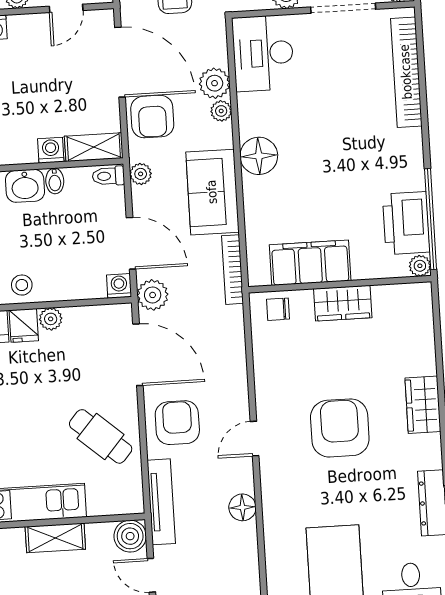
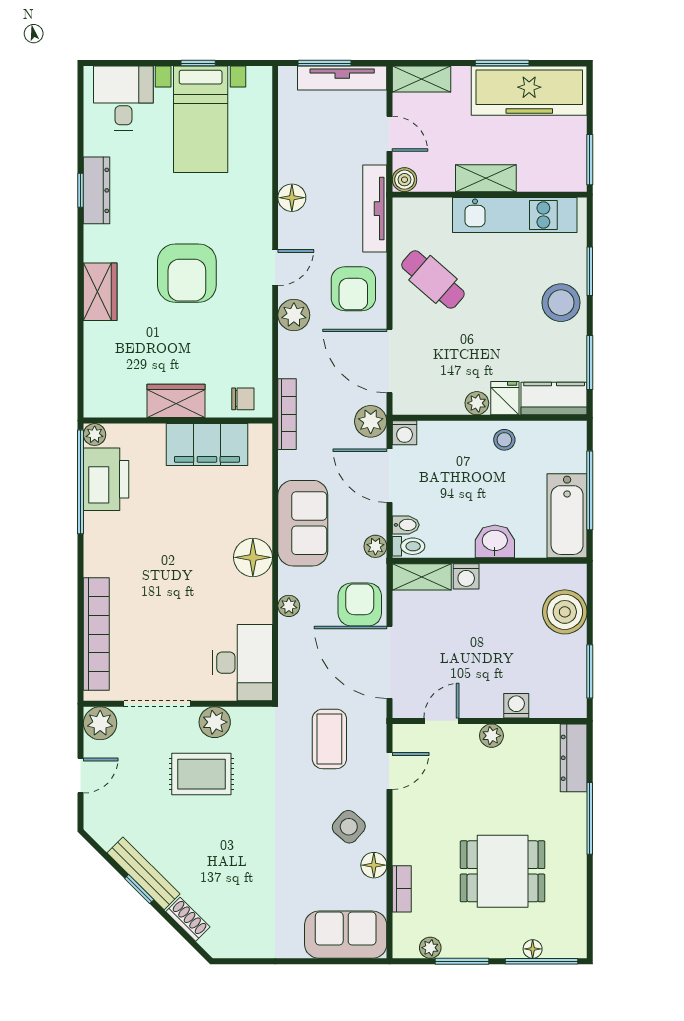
plant: (215, 83) -> (294, 315), moved
bidet: (55, 181) -> (406, 525), moved, turned 90
bookcase: (233, 270) -> (287, 414), moved
boiler: (130, 536) -> (404, 180), width x0.73, depth x0.73

